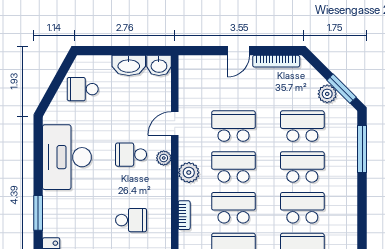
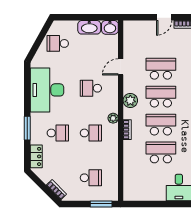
plant: (164, 158) -> (113, 118), moved
school desk: (83, 220) -> (58, 133), added

